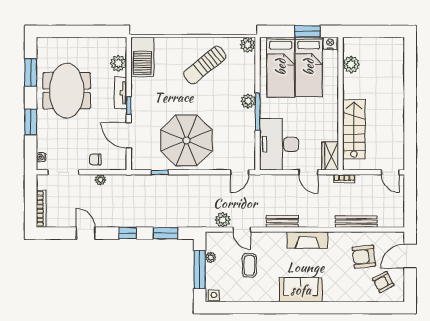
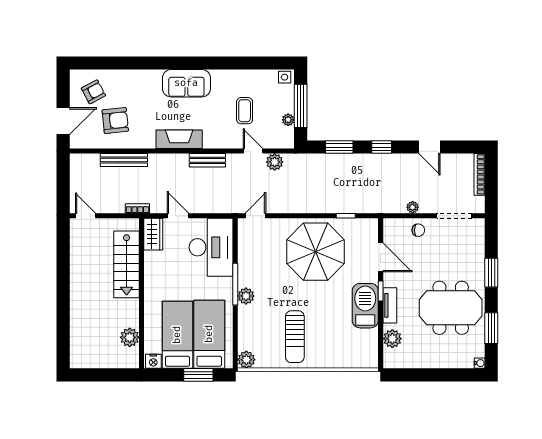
window: (307, 31) -> (198, 375), moved
barbecue: (142, 57) -> (365, 306), moved
sun lounger: (205, 65) -> (295, 337), turned 129
meeting table: (67, 91) -> (451, 308), turned 90
water cooler: (41, 157) -> (480, 363), moved

